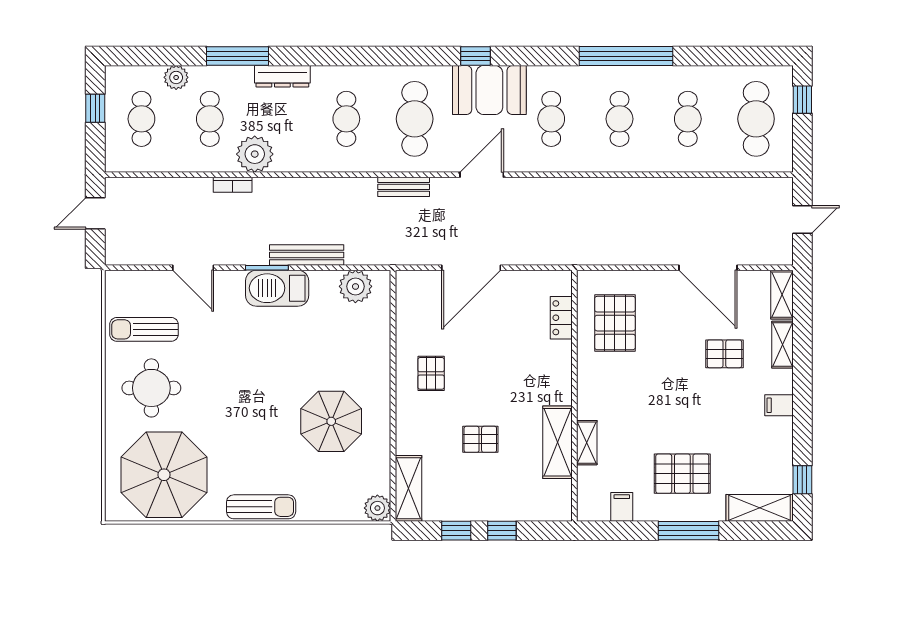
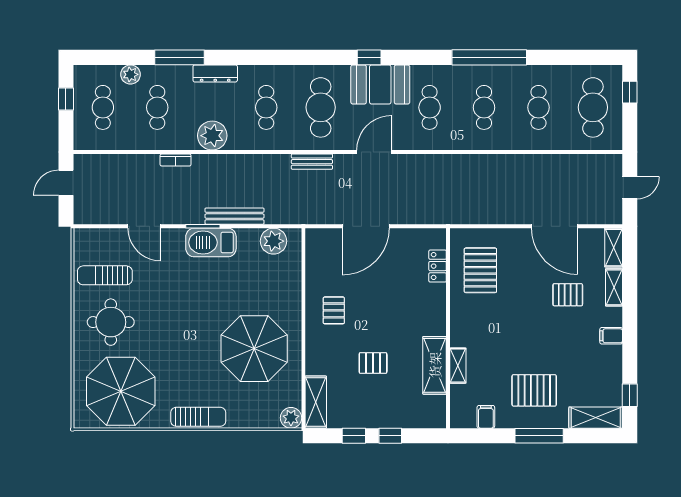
plant: (255, 154) -> (212, 136), moved
parasol: (331, 421) -> (254, 349), width x1.36, depth x1.36

